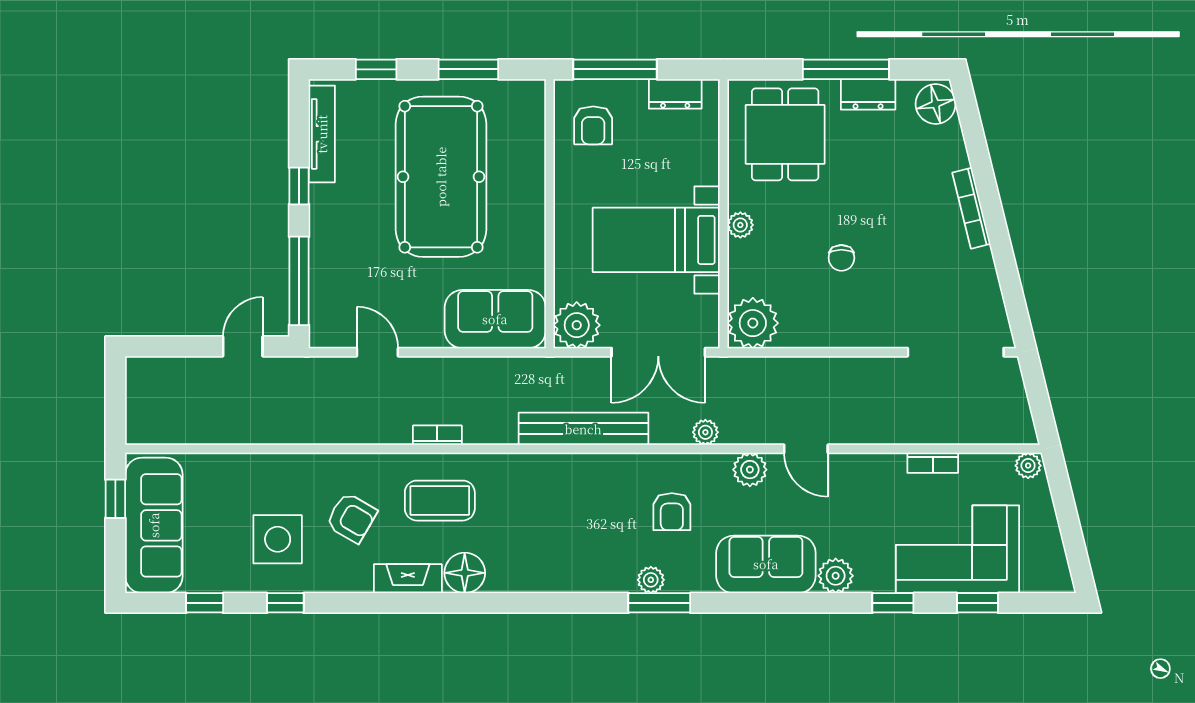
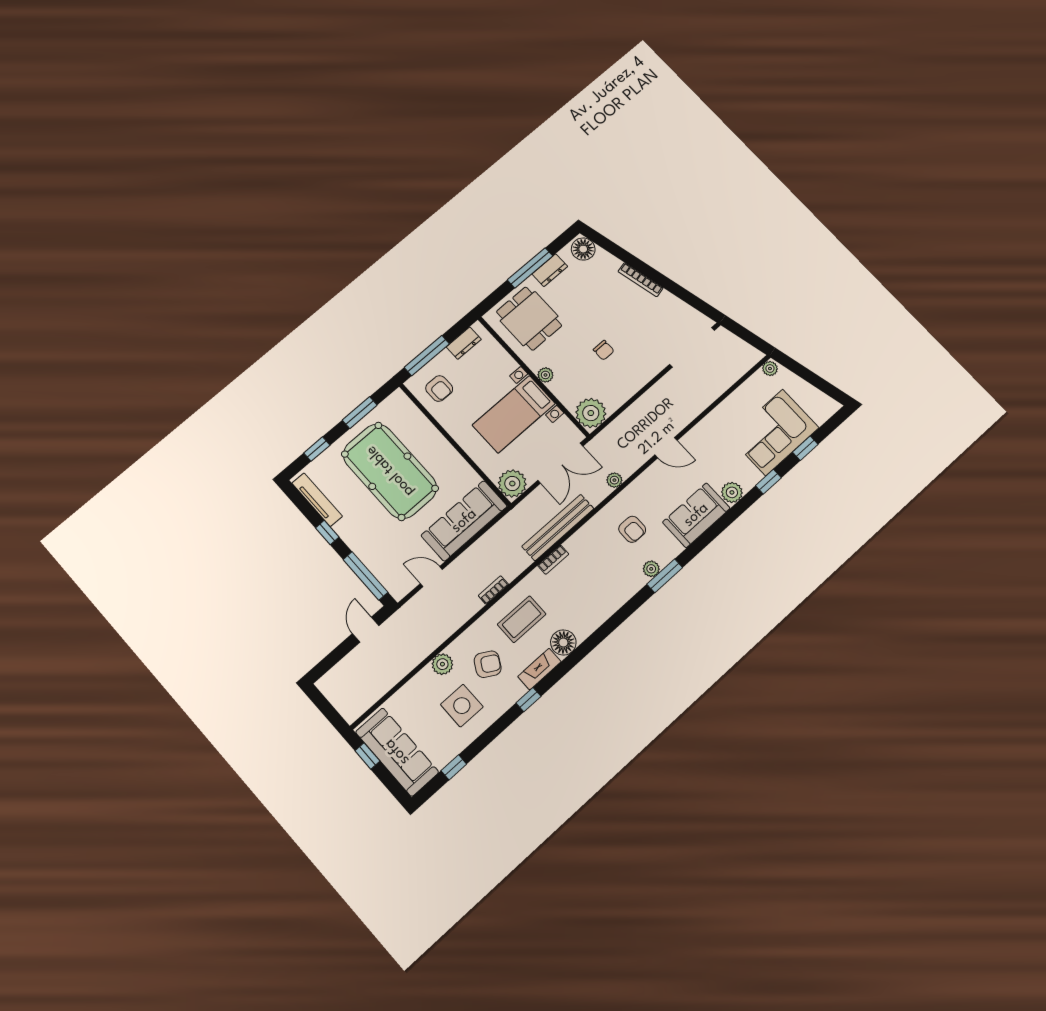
sofa: (495, 319) -> (464, 521), width x1.36
bookcase: (933, 463) -> (553, 560), moved
plant: (750, 470) -> (442, 664), moved
window: (285, 603) -> (528, 700), moved

